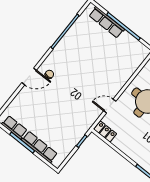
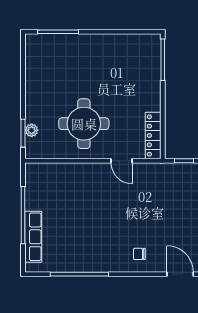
door: (29, 76) -> (180, 274), moved
locker: (105, 132) -> (153, 135), width x1.53

